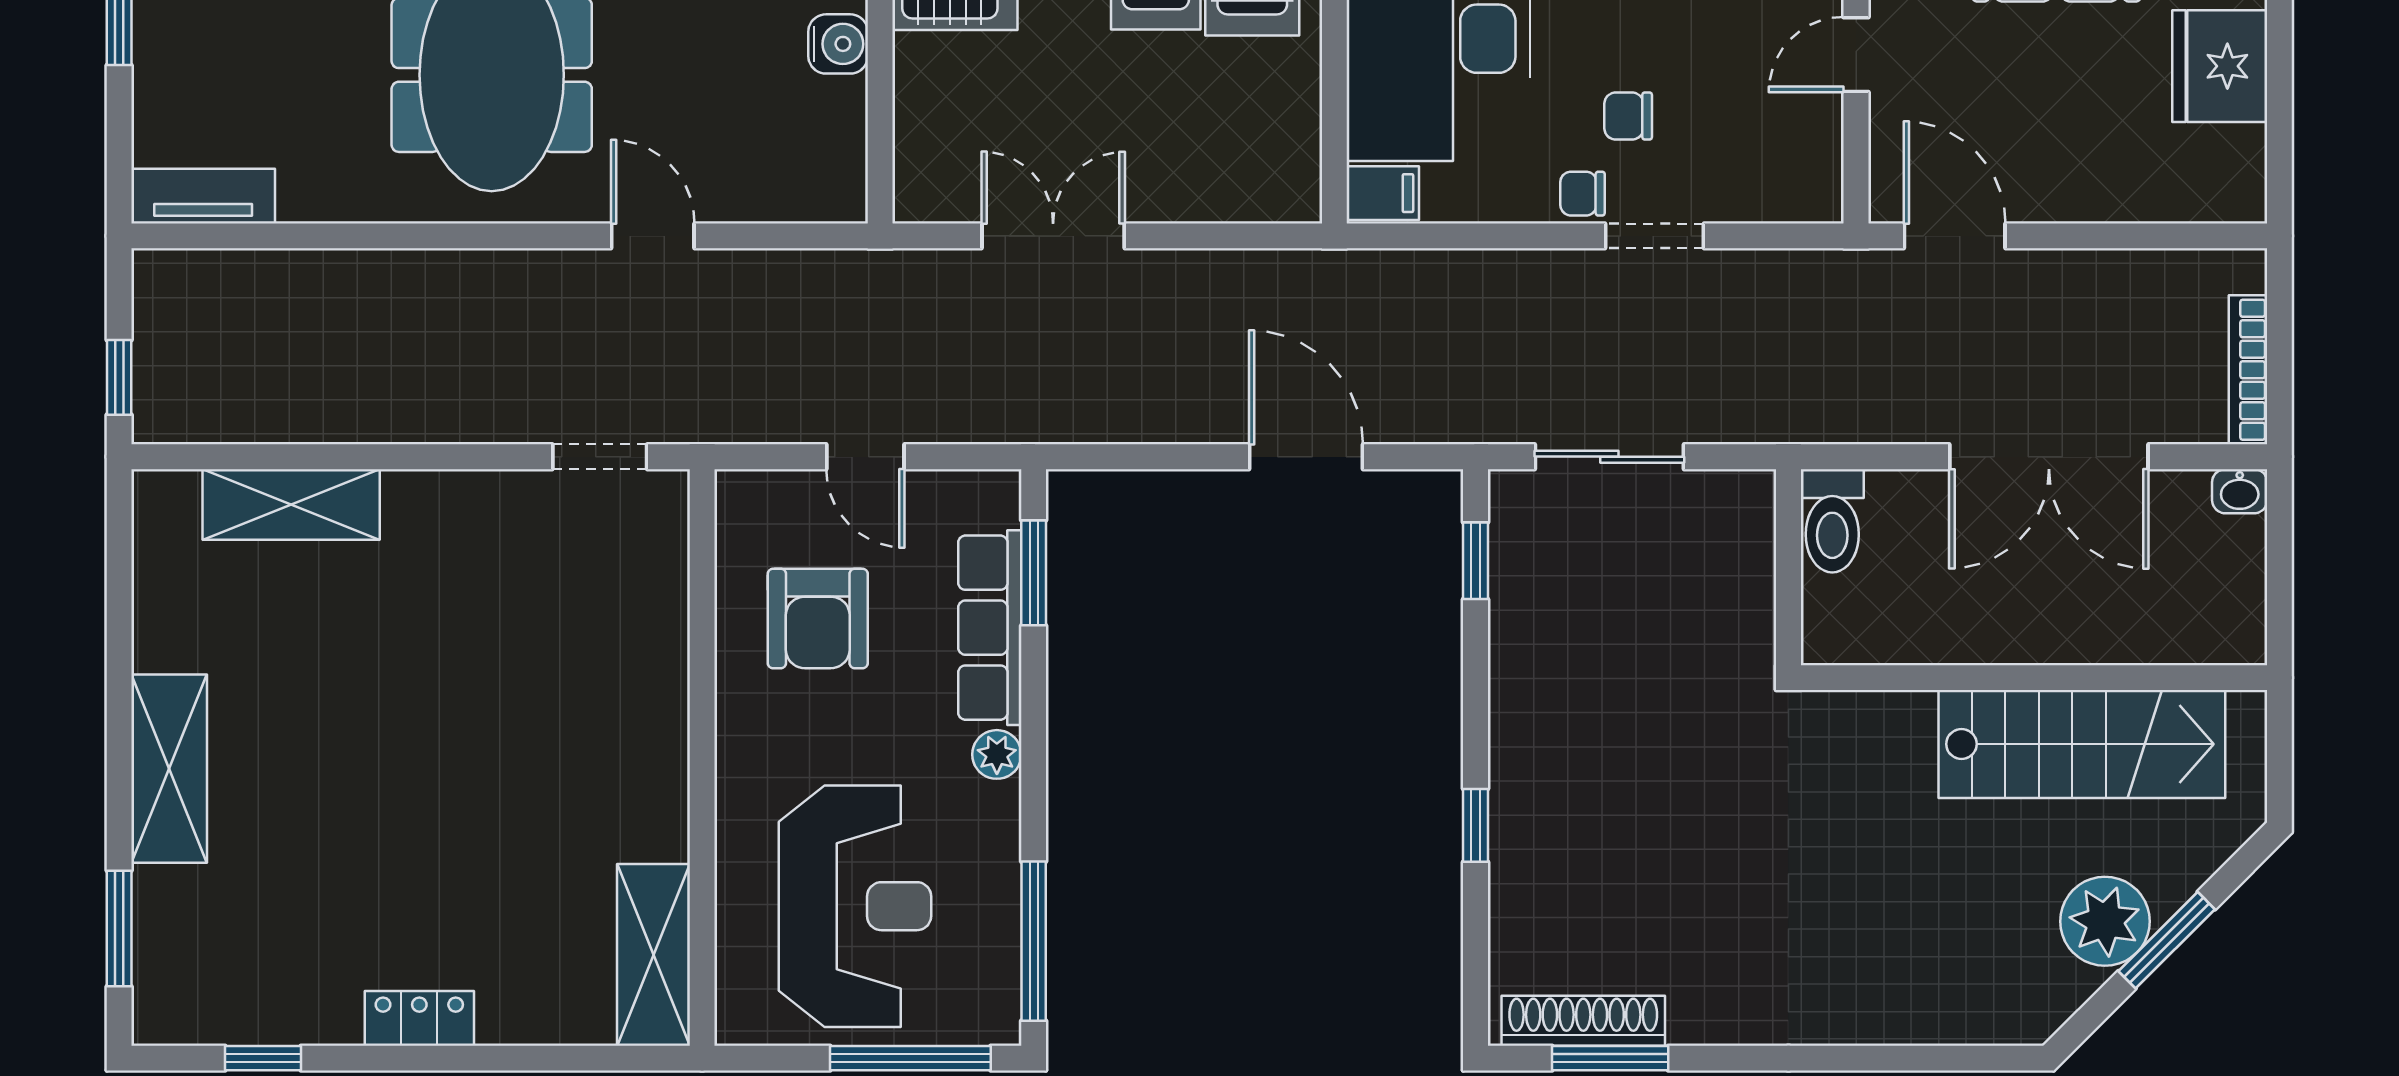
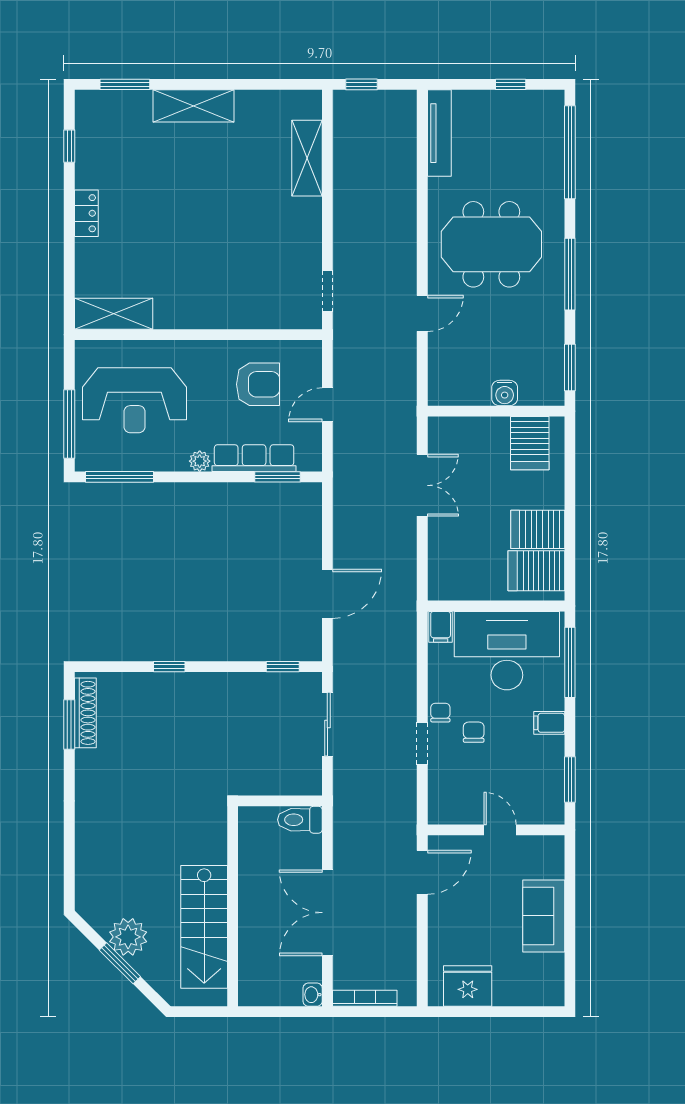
fridge: (2220, 66) -> (468, 986), moved
tv unit: (203, 196) -> (439, 133), width x1.41
armchair: (818, 618) -> (258, 384), turned 180

